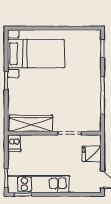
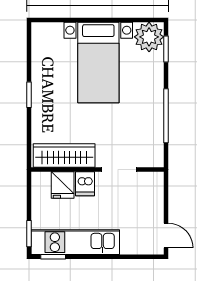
plant: (91, 40) -> (149, 37), added
bed with nightstands: (36, 54) -> (98, 63), moved, turned 90
dishwasher: (14, 143) -> (85, 184), moved
fridge: (92, 154) -> (63, 185), moved, turned -90

